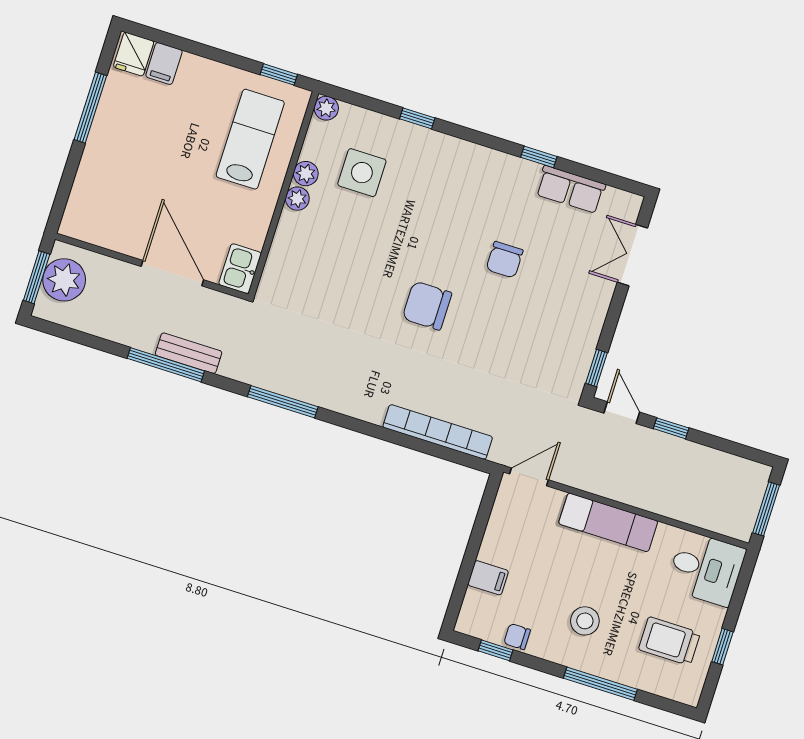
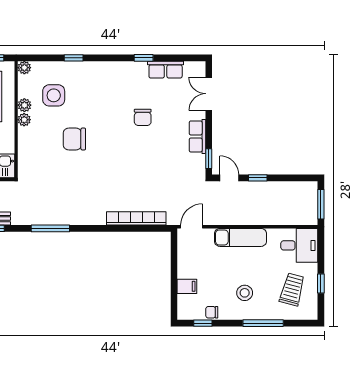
chair: (427, 306) -> (74, 139), moved
row of seats: (589, 323) -> (197, 136), added
trolley: (669, 641) -> (292, 289), turned 105

